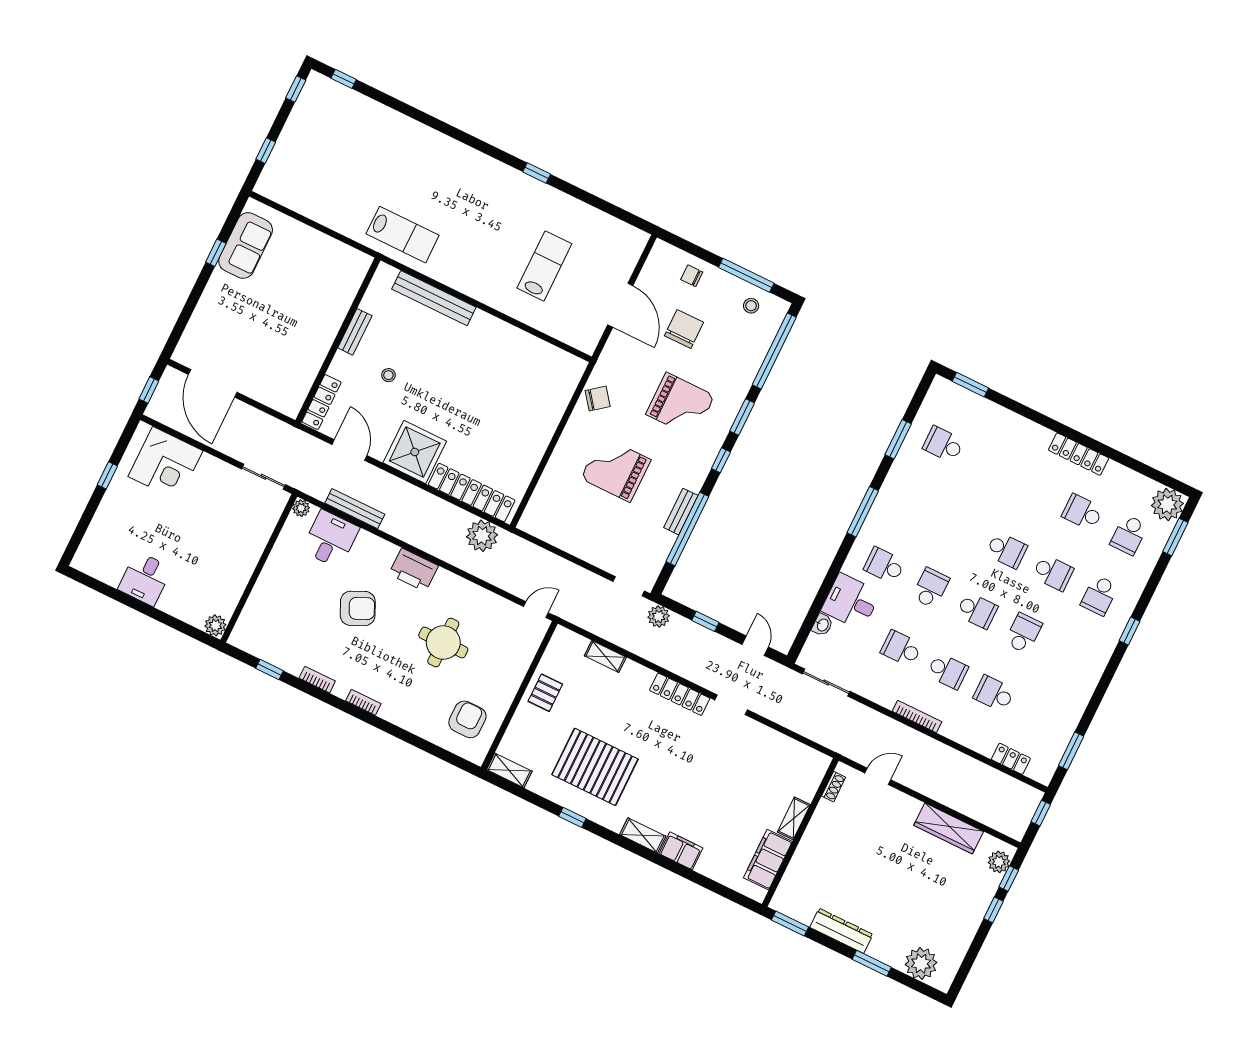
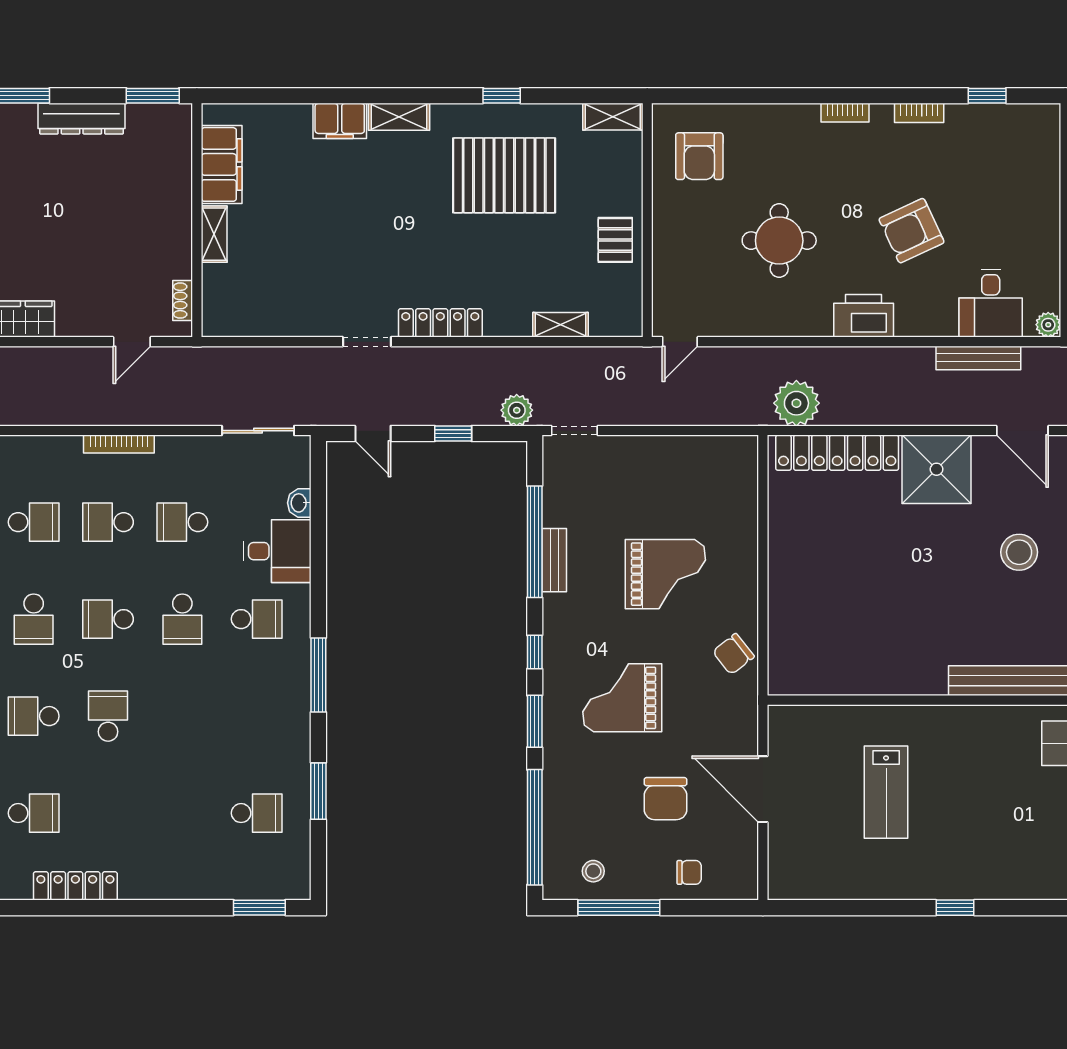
stool: (388, 375) -> (1019, 552), width x1.89, depth x1.89
school desk: (1007, 550) -> (108, 716), turned 90
school desk: (901, 648) -> (182, 522), turned 180

